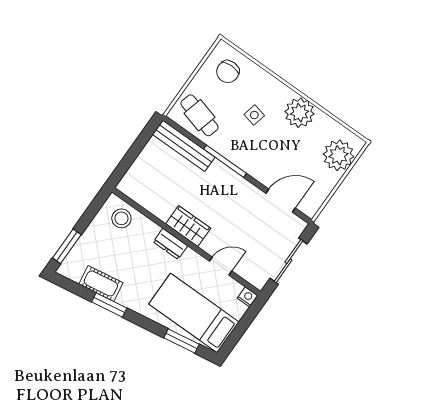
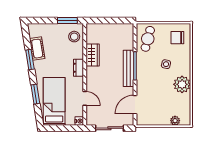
bench: (184, 146) -> (128, 68), moved
plant: (338, 155) -> (175, 121), width x0.53, depth x0.53
door: (281, 201) -> (135, 105), swing flipped
wardrobe: (188, 226) -> (93, 55), moved
window: (67, 246) -> (67, 20), moved
window: (182, 341) -> (35, 94), moved

